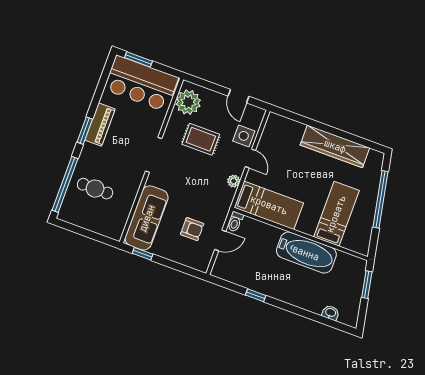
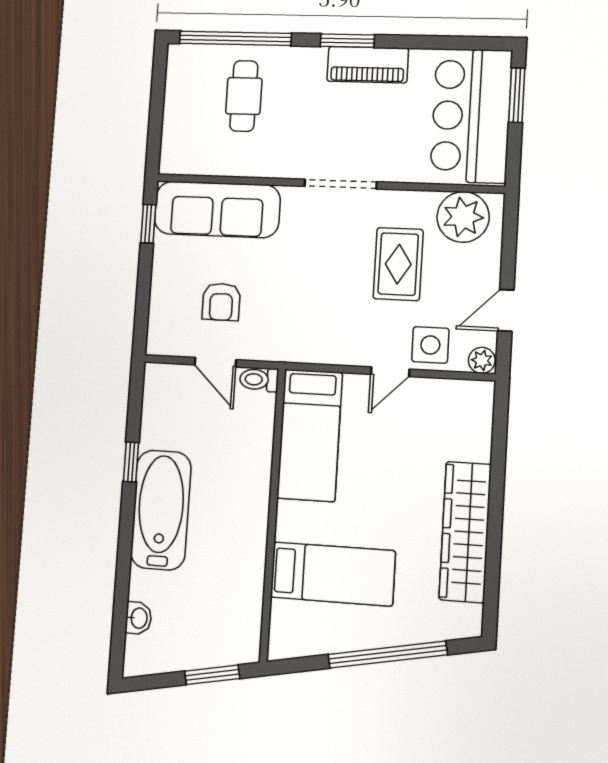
plant: (234, 181) -> (482, 360), moved
bathtub: (306, 253) -> (161, 510), moved, turned 180

